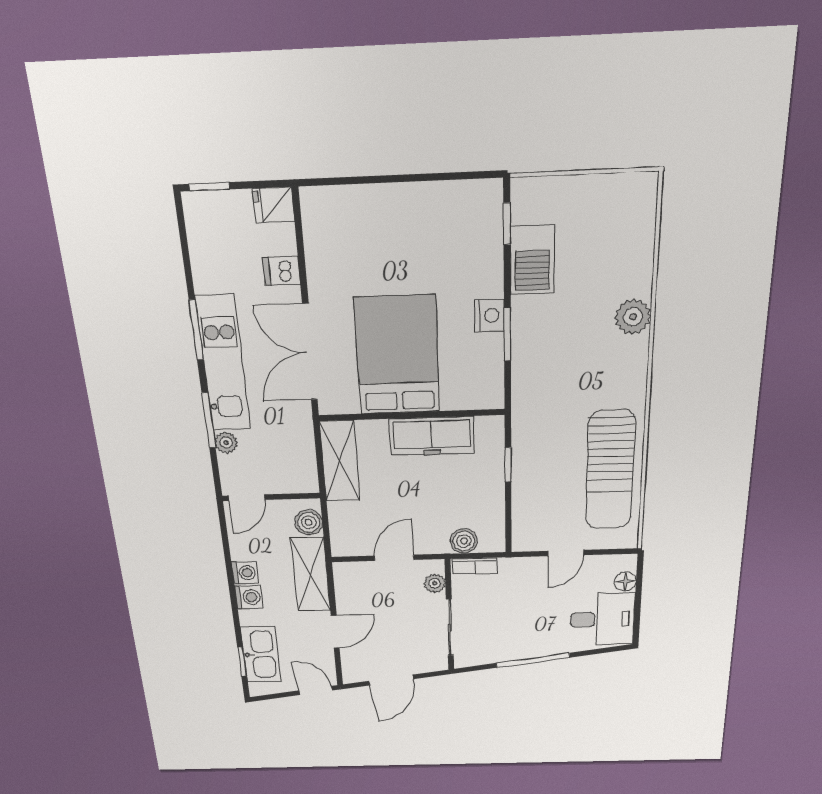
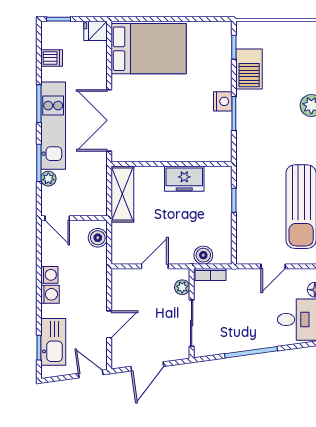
dishwasher: (282, 271) -> (52, 58), moved, turned 180
bed: (397, 355) -> (149, 49), moved, turned 90
freezer: (432, 436) -> (184, 179), width x0.71
door: (247, 498) -> (57, 218), hinge flipped
shelving: (311, 574) -> (96, 278), removed

